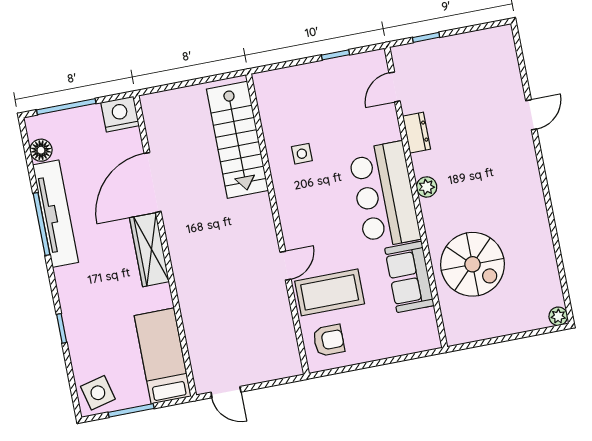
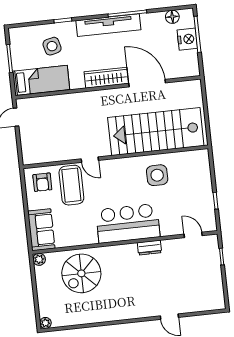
nightstand: (120, 114) -> (187, 39), moved
dresser: (417, 133) -> (149, 248), moved
stairs: (237, 140) -> (156, 132), width x1.36, depth x1.51
side table: (302, 154) -> (157, 175), width x1.87, depth x1.87
plant: (427, 187) -> (39, 259), moved
tv unit: (56, 214) -> (108, 25), moved
sofa: (409, 277) -> (41, 230), moved, turned 90
side table: (98, 393) -> (52, 46), moved

